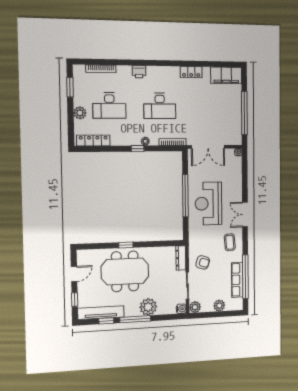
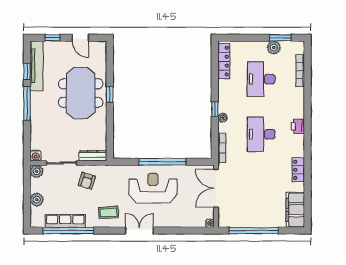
printer: (139, 72) -> (298, 126), moved
plant: (80, 113) -> (274, 48), moved
plant: (148, 307) -> (40, 118), removed

